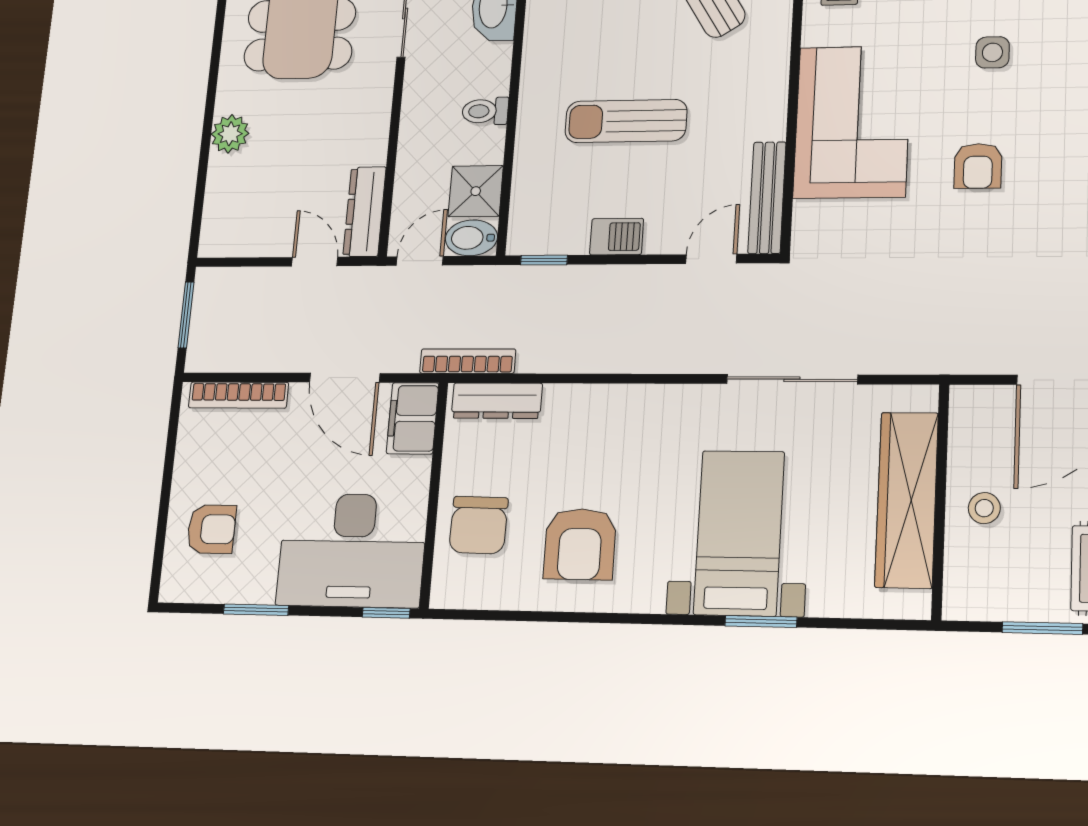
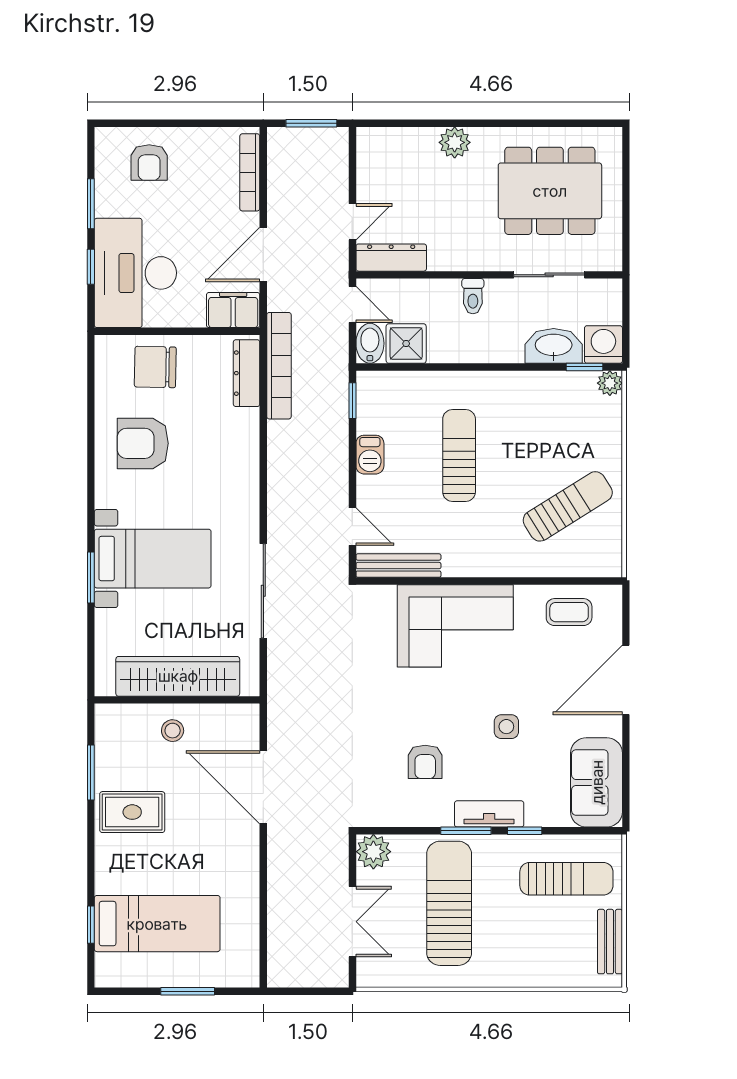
toilet: (485, 111) -> (473, 296), moved, turned 180
armchair: (978, 166) -> (425, 762), moved, turned -90
bookcase: (468, 361) -> (279, 366), width x1.48, depth x1.31
window: (386, 613) -> (91, 267), moved

